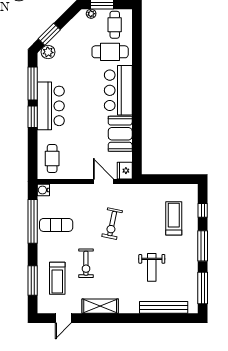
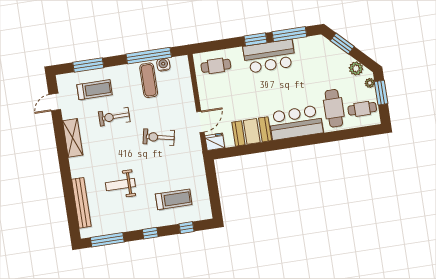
plant: (48, 52) -> (356, 69), moved
water cooler: (43, 190) -> (163, 65), moved
window: (203, 246) -> (150, 233), width x0.46
treadmill: (57, 278) -> (94, 90), turned 180
door: (63, 318) -> (55, 102), hinge flipped

